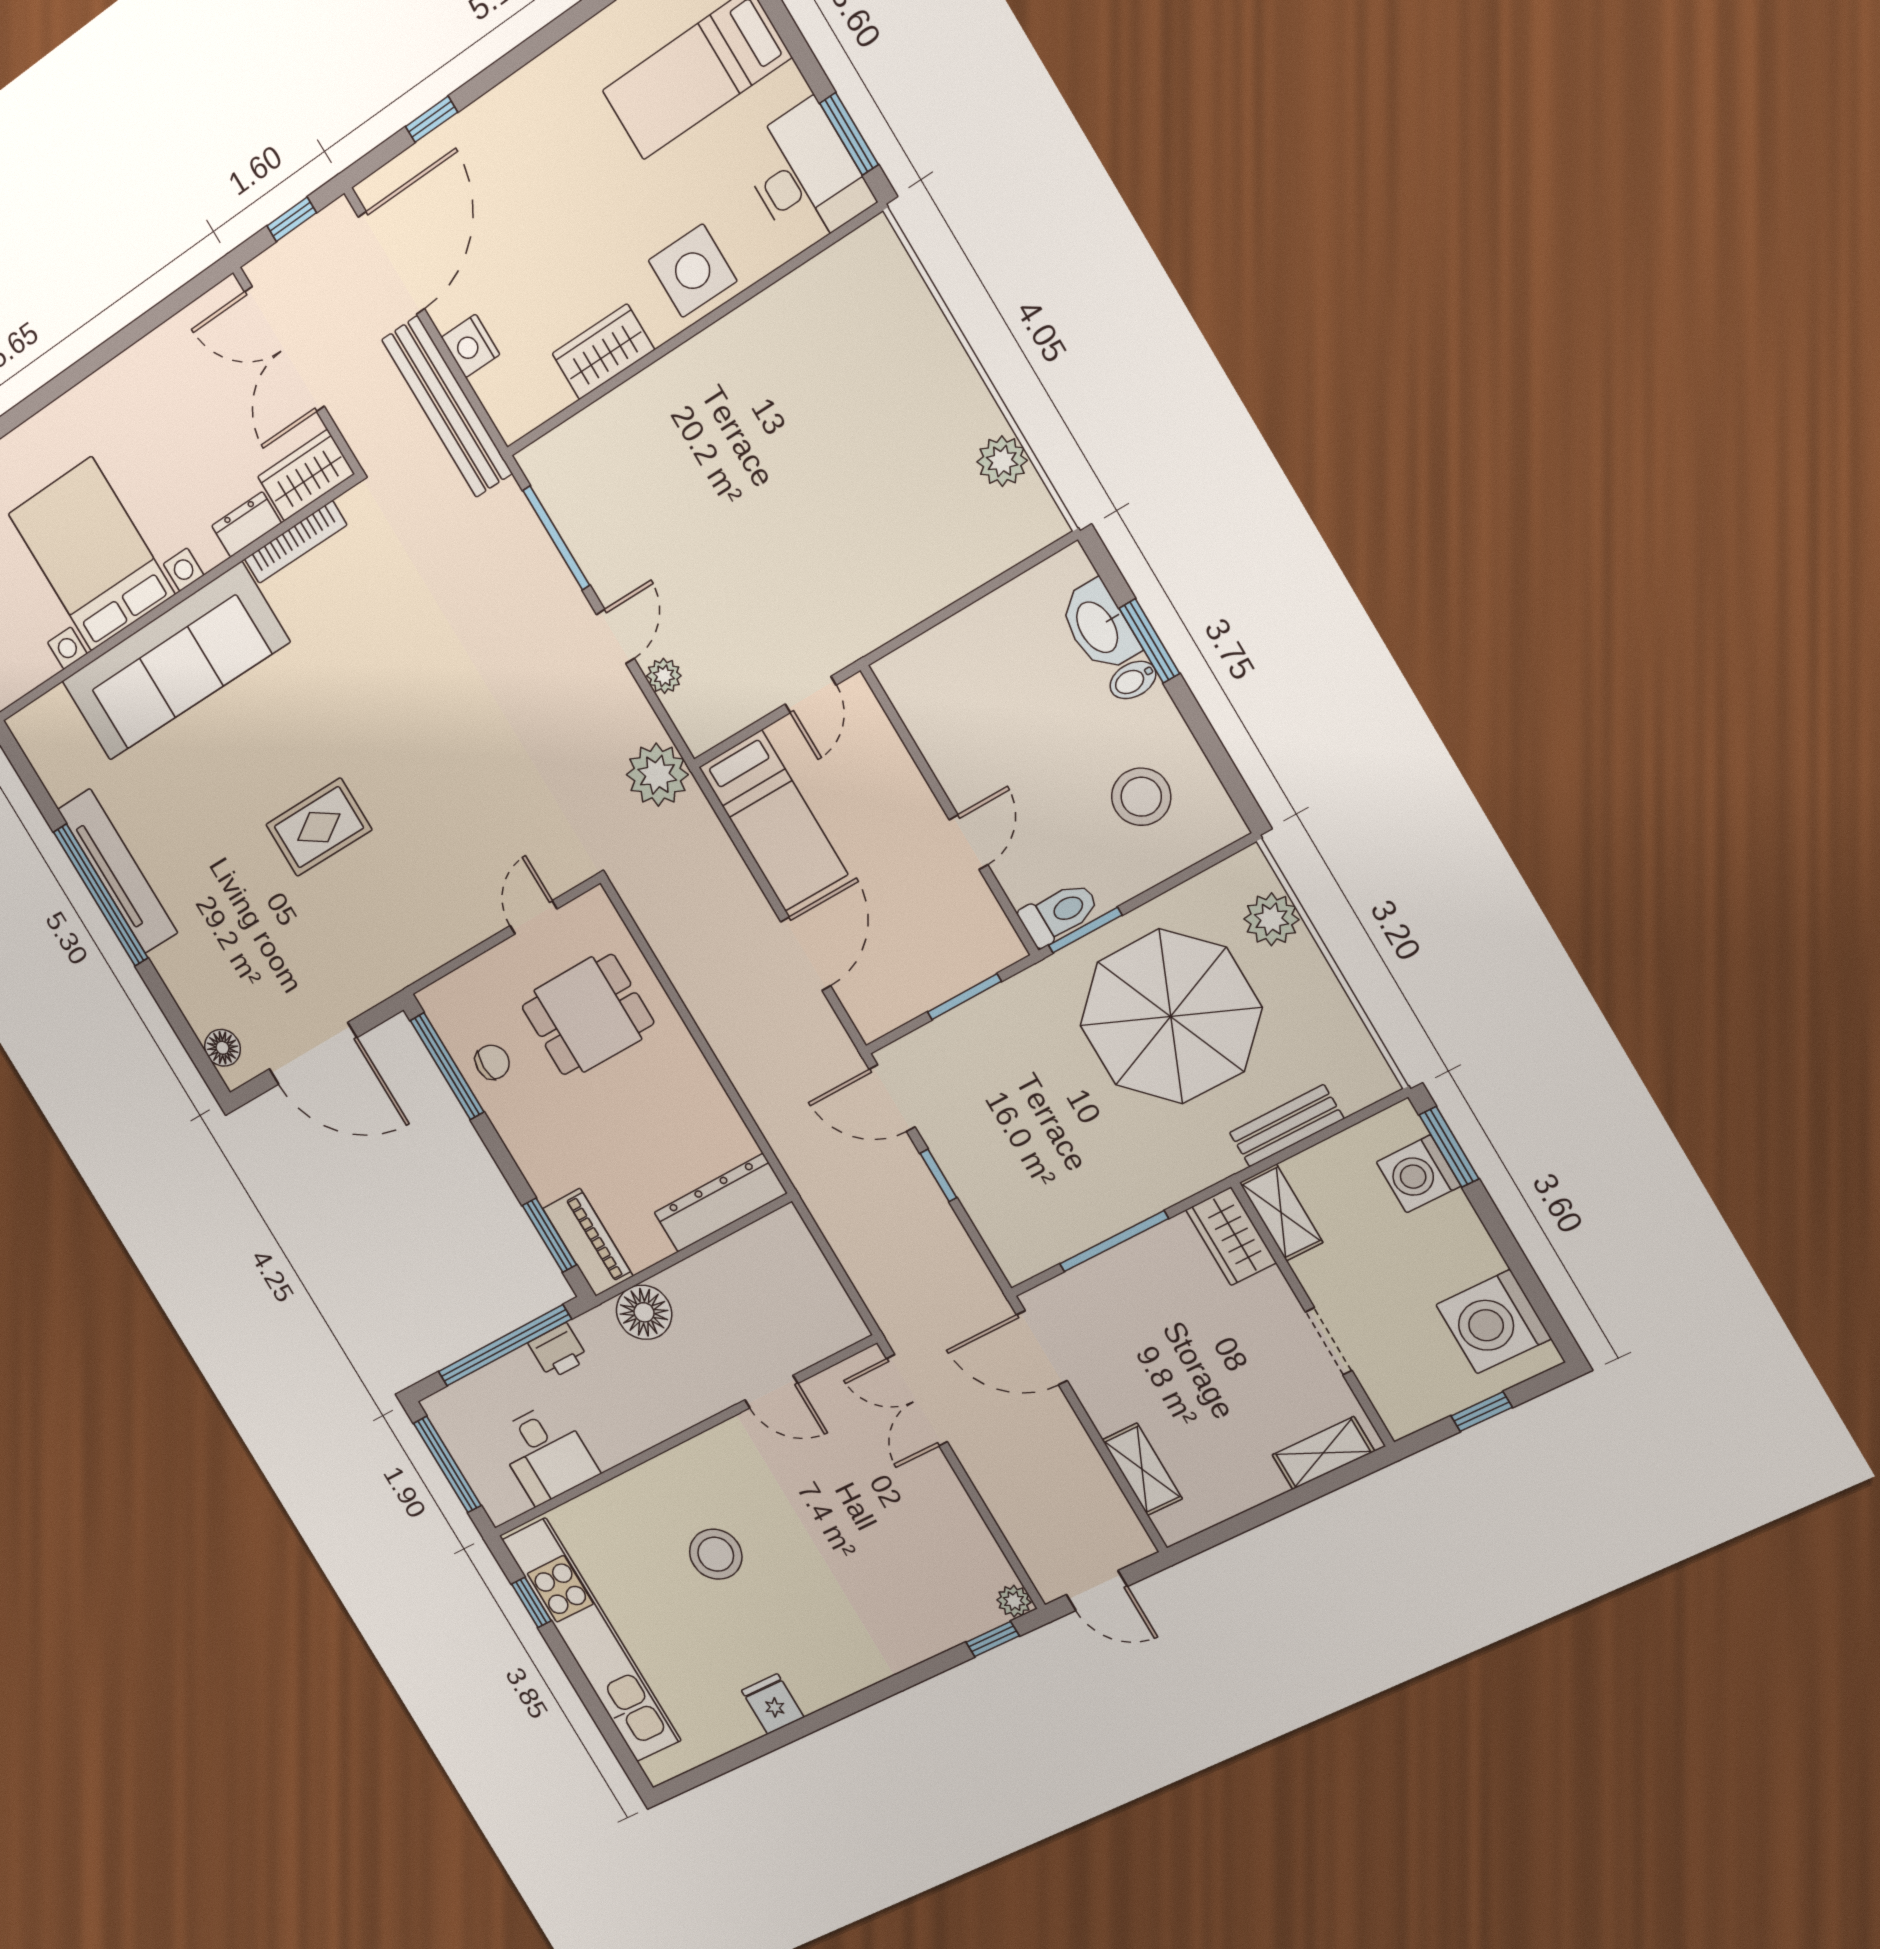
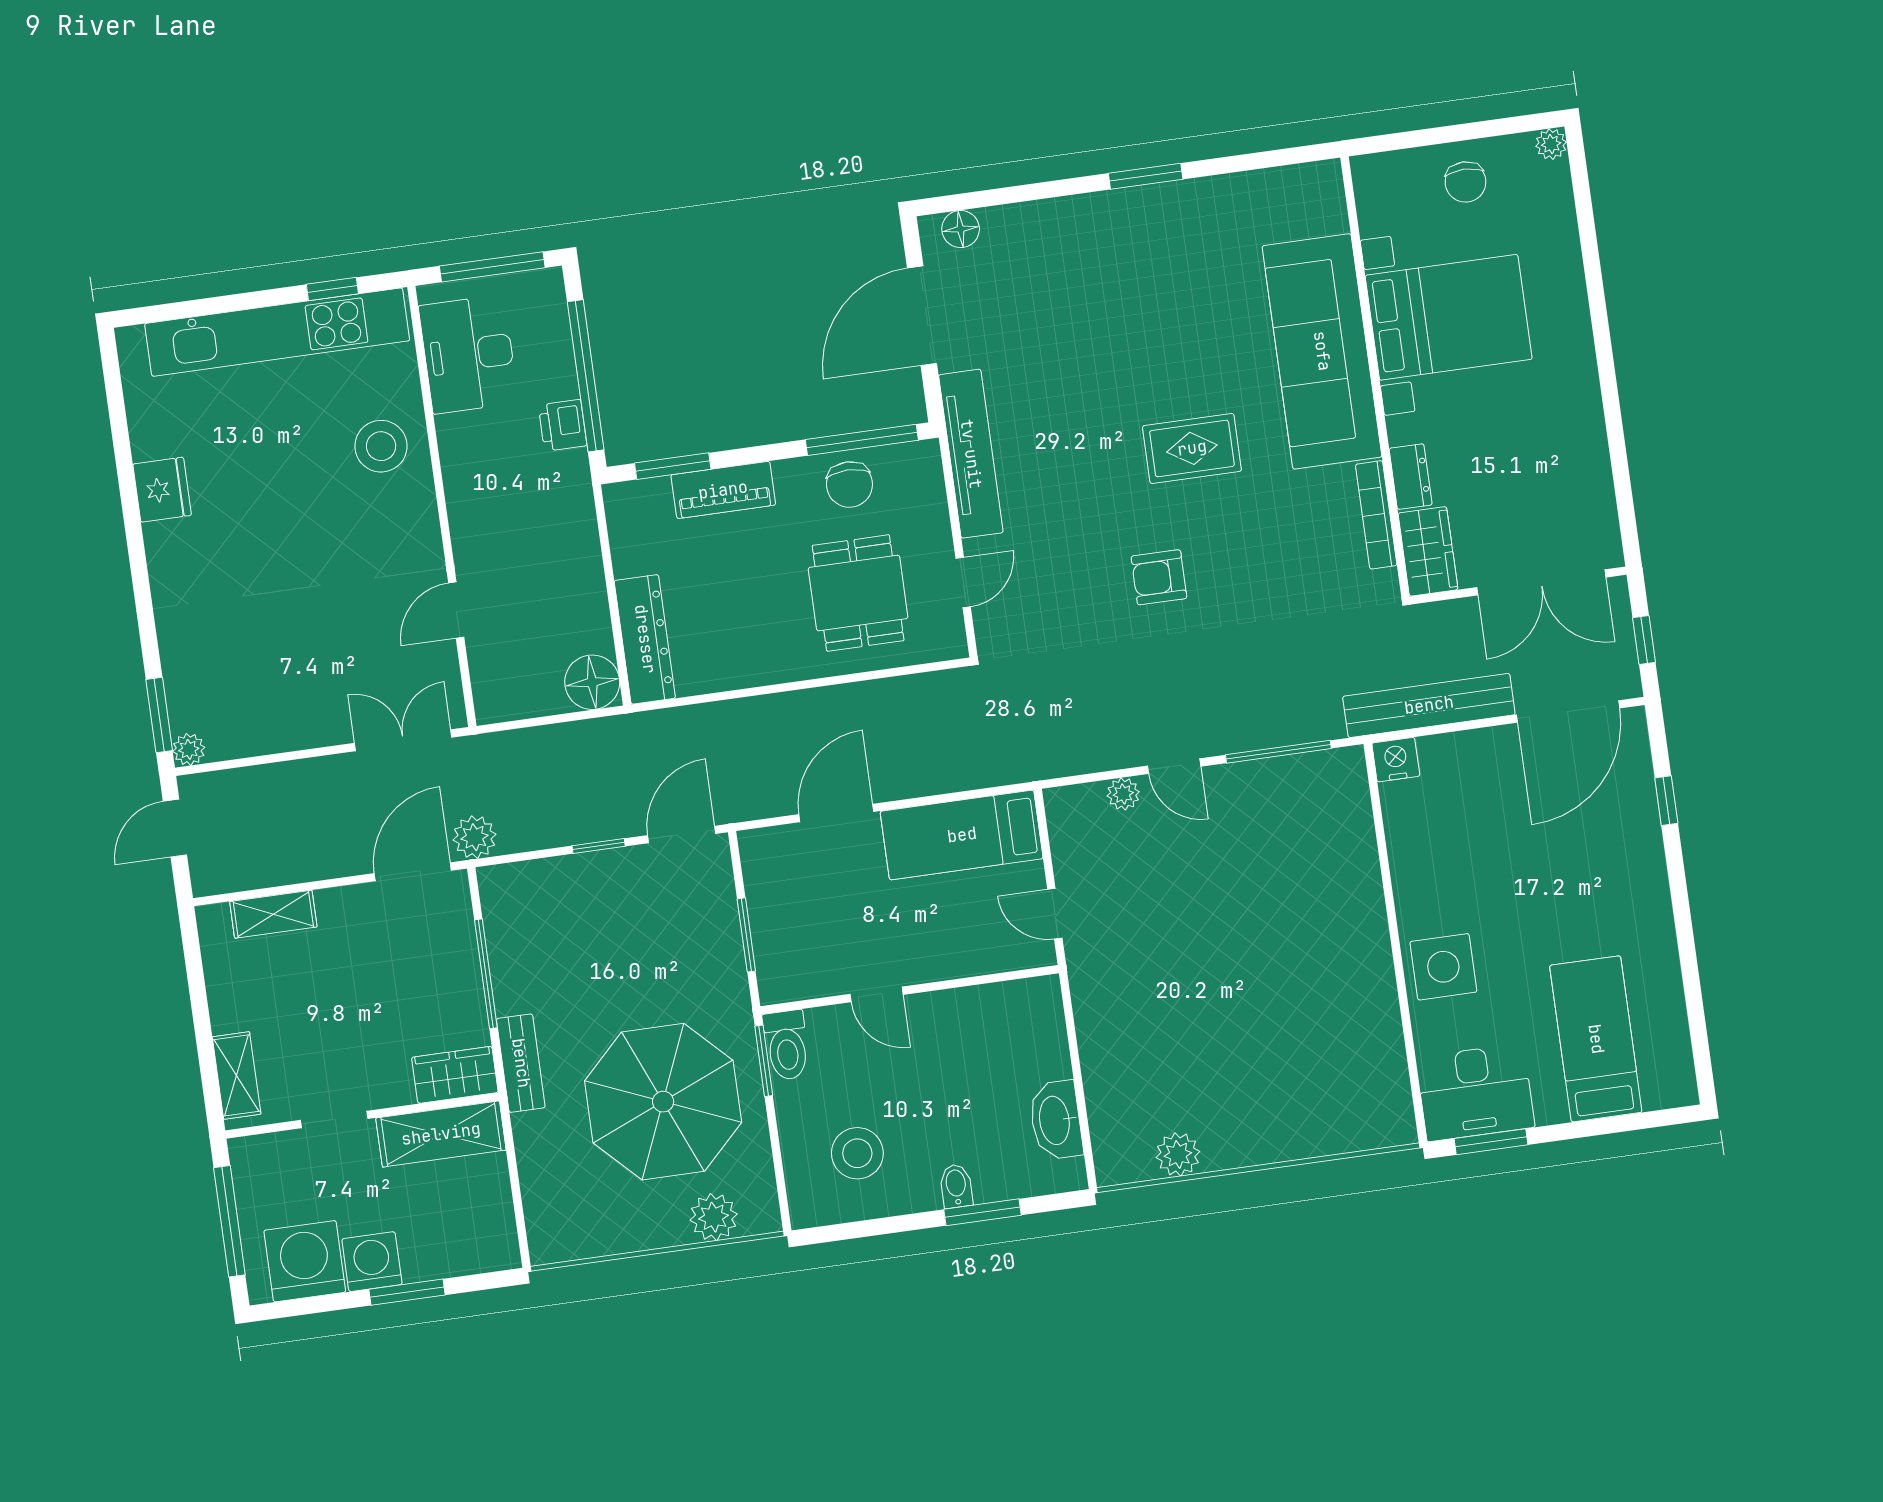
door: (391, 263) -> (1568, 712), hinge flipped
nightstand: (471, 346) -> (1396, 760), moved
double door: (284, 349) -> (1541, 582), swing flipped
wardrobe: (603, 352) -> (1413, 862), removed
washbasin: (1098, 626) -> (1056, 1120), moved, turned -90
armchair: (445, 729) -> (1159, 577), added
plant: (657, 775) -> (475, 837), moved, width x0.73, depth x0.73
rug: (319, 827) -> (1192, 448), moved, turned 90
tv unit: (118, 871) -> (971, 454), moved, turned -90
window: (101, 895) -> (1146, 176), width x0.47
door: (534, 917) -> (963, 582), hinge flipped
door: (806, 954) -> (836, 813), swing flipped
chair: (492, 1062) -> (849, 484), width x1.37, depth x1.37
bench: (1287, 1126) -> (521, 1063), moved
window: (1449, 1147) -> (407, 1292), moved
washing machine: (1419, 1174) -> (372, 1262), moved
shelving: (1281, 1213) -> (441, 1134), width x1.50, depth x1.33
piano: (588, 1242) -> (723, 490), moved
floor lamp: (644, 1312) -> (592, 682), moved
window: (1482, 1412) -> (229, 1221), width x2.17
desk: (546, 1453) -> (468, 354), width x1.37
stool: (716, 1554) -> (381, 446), moved
window: (993, 1639) -> (159, 715), width x1.50
fridge: (773, 1704) -> (162, 490), width x1.38

